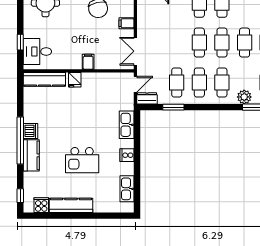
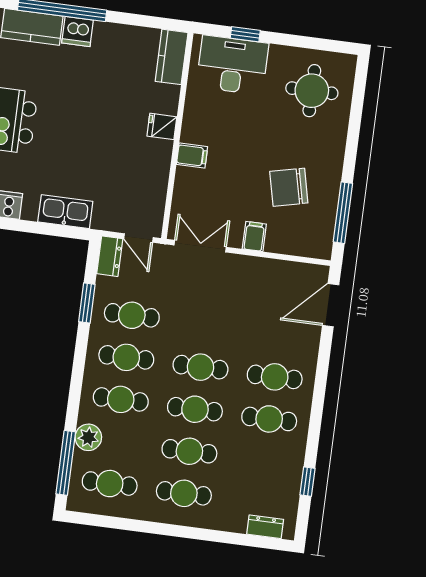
desk: (37, 52) -> (233, 65), width x1.37
kitchen counter: (44, 79) -> (172, 57), width x0.67

